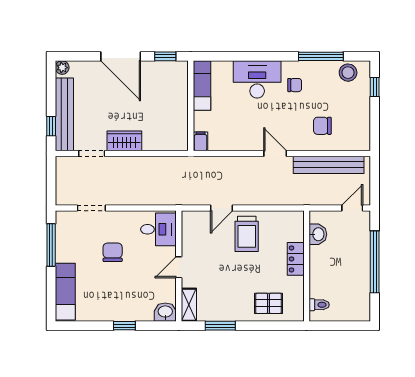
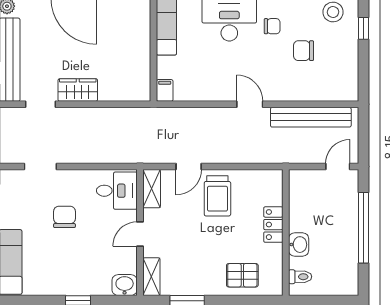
chair: (322, 126) -> (304, 51), moved
shelving: (189, 228) -> (152, 189), added
washbasin: (318, 234) -> (299, 245), moved

